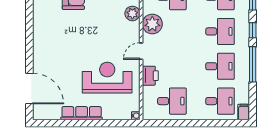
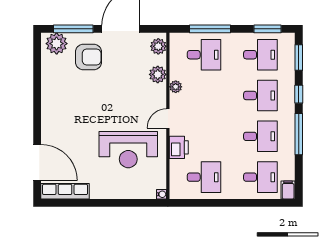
plant: (152, 24) -> (176, 87), width x0.53, depth x0.53
reception desk: (107, 78) -> (128, 150), turned 180
row of seats: (82, 113) -> (65, 191), moved

